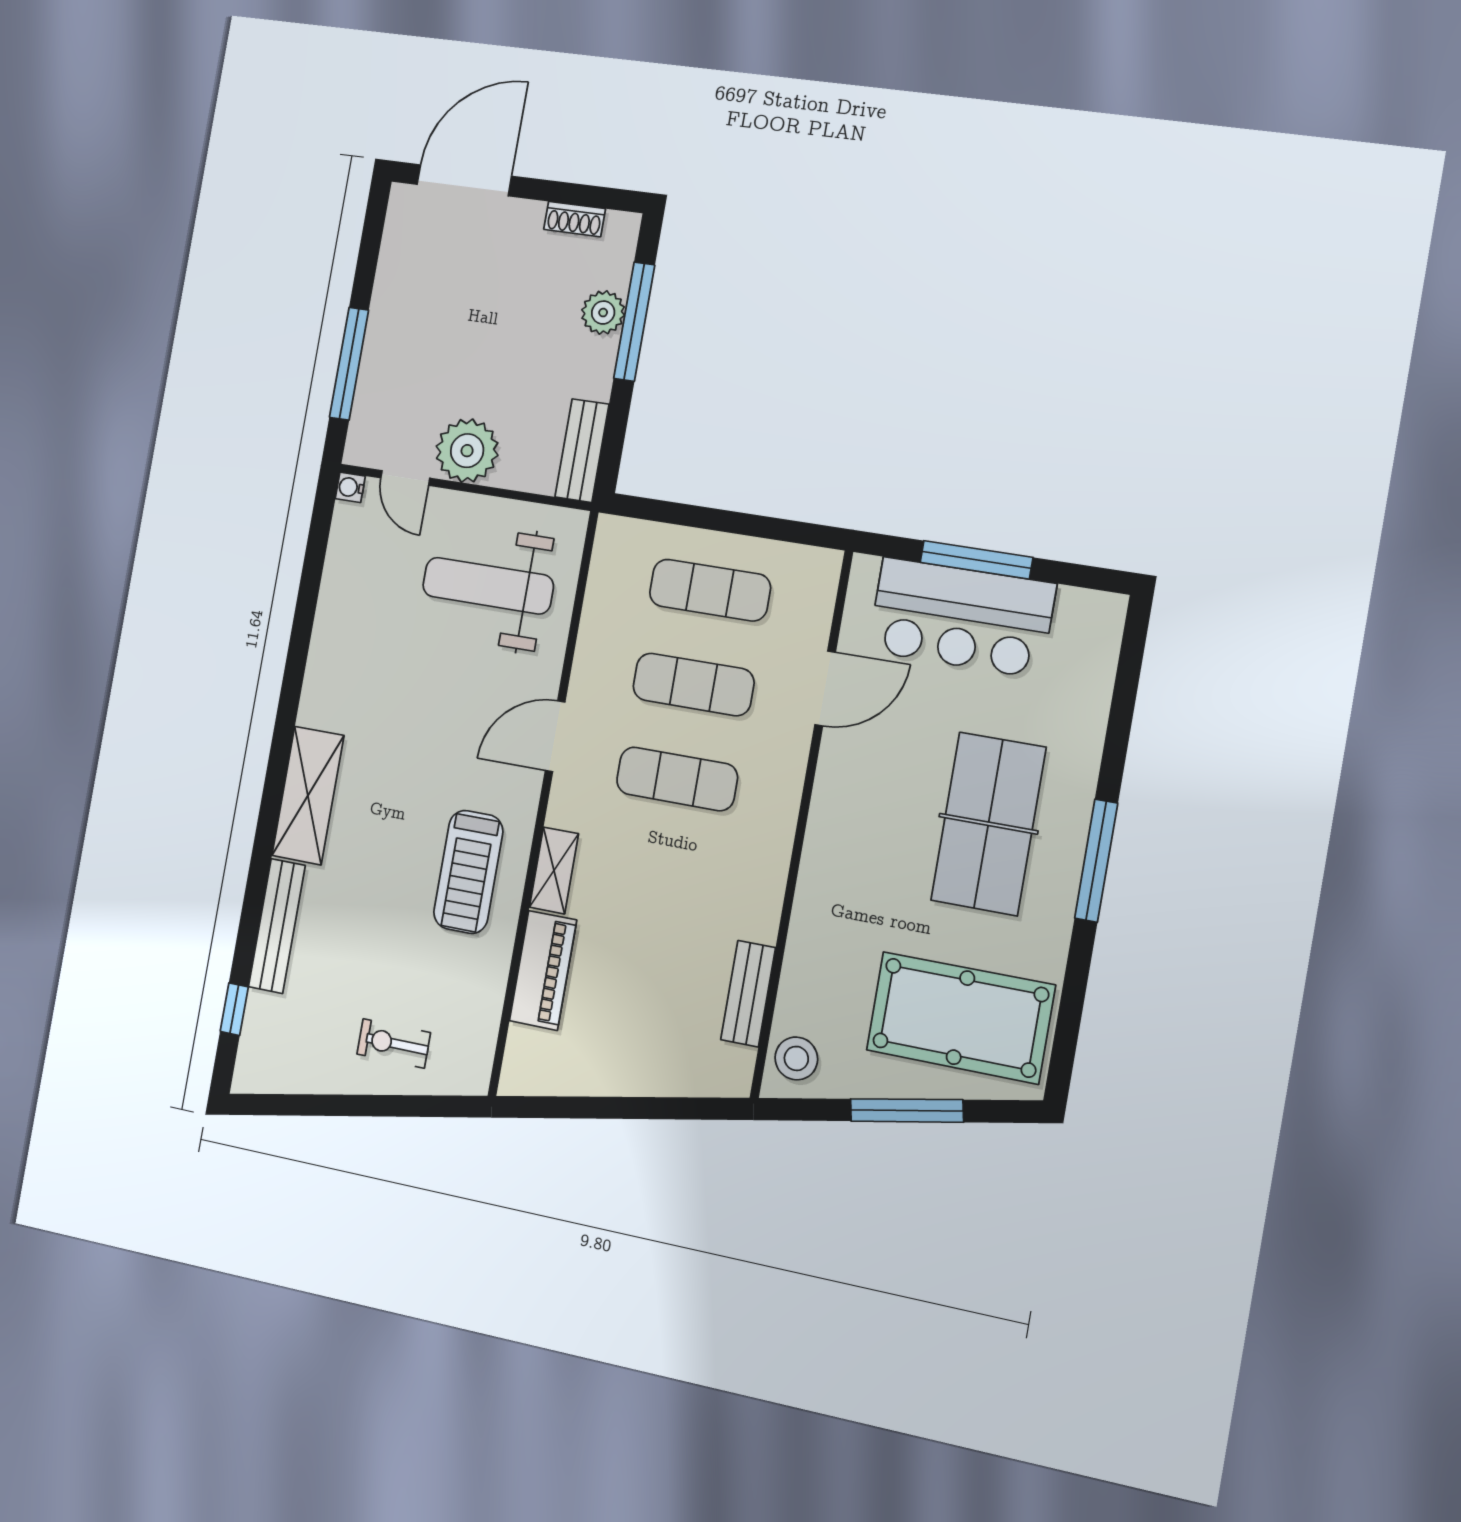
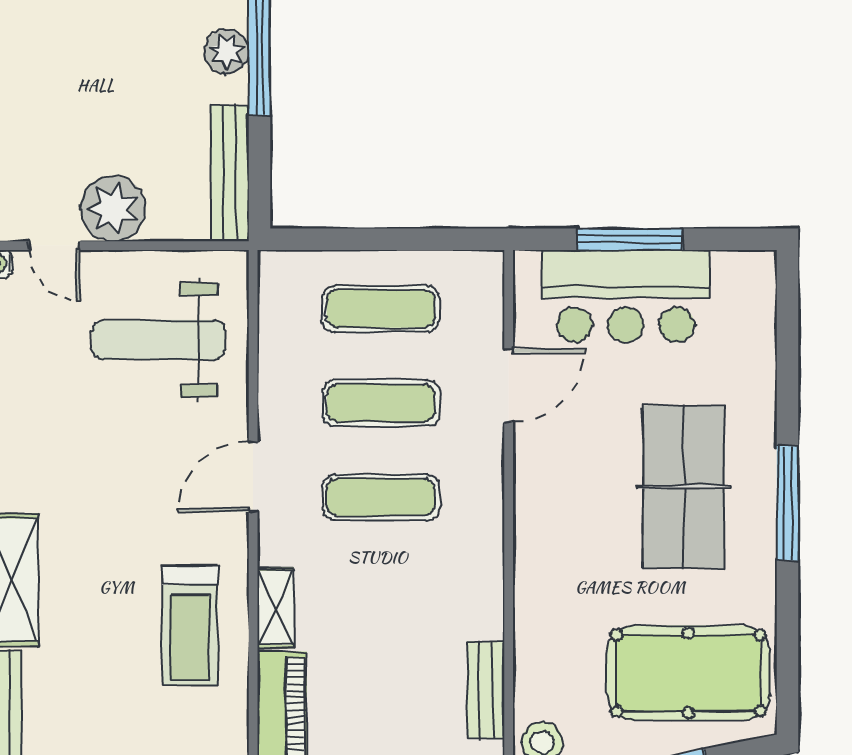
bench: (582, 451) -> (230, 173), width x1.36

